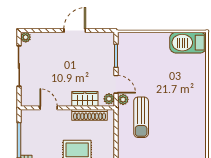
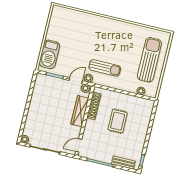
door: (75, 31) -> (29, 102), removed
barbecue: (188, 43) -> (49, 54), moved
wardrobe: (85, 99) -> (80, 111), width x1.50
door: (49, 108) -> (79, 145), moved

